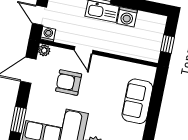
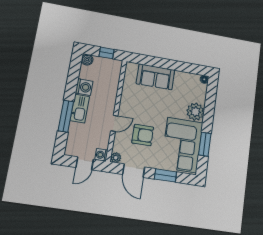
boiler: (160, 21) -> (87, 60), added
armchair: (69, 83) -> (143, 135), turned -90
window: (18, 120) -> (165, 175), moved

